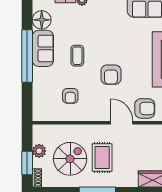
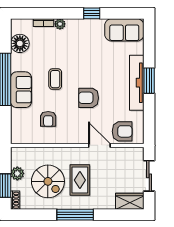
sofa: (43, 48) -> (21, 90), moved
armchair: (111, 75) -> (89, 98), turned 90
spiral stairs: (70, 159) -> (48, 181), turned 90

